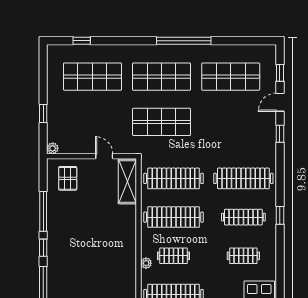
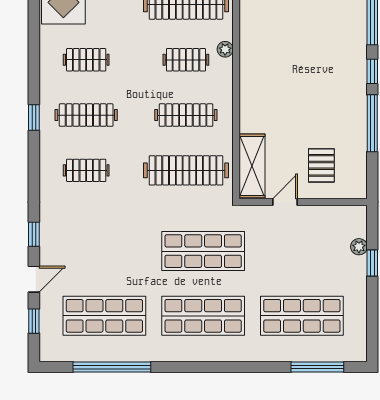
window: (82, 41) -> (317, 367), width x2.17
window: (184, 41) -> (112, 367), moved
plant: (53, 148) -> (359, 247), moved
door: (104, 156) -> (285, 202), swing flipped
pallet: (68, 178) -> (321, 165), moved
clothes rail: (243, 178) -> (86, 170), width x0.54, depth x0.76
clothes rail: (174, 217) -> (186, 115), width x0.73, depth x0.76

